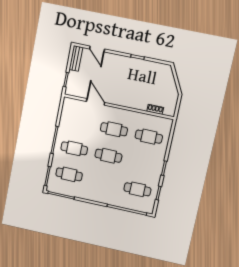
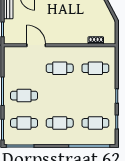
cafe table: (108, 156) -> (60, 123), moved

